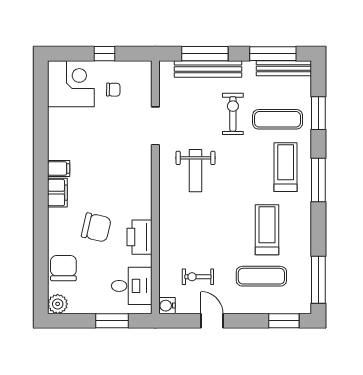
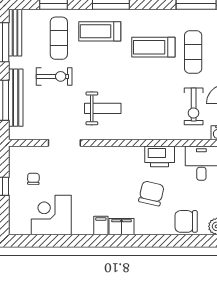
corner desk: (71, 84) -> (51, 215), moved
exercise bike: (233, 114) -> (54, 76), turned 180
exercise bike: (198, 277) -> (194, 106), width x1.38, depth x1.39

